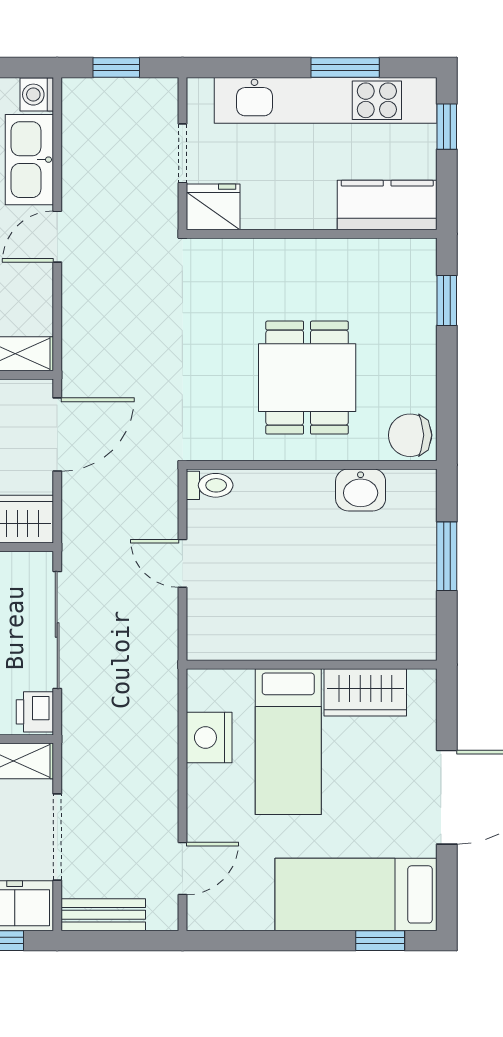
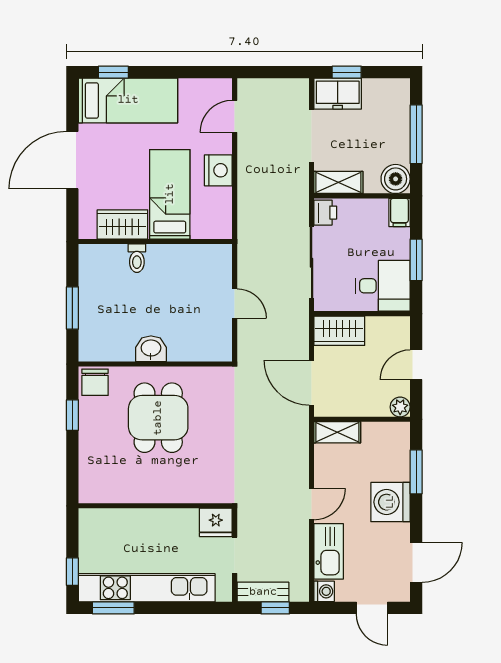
window: (345, 67) -> (113, 608), moved
kitchen counter: (387, 205) -> (109, 524), removed
window: (447, 301) -> (72, 415), moved
door: (57, 435) -> (312, 383), hinge flipped
chair: (410, 435) -> (95, 382), turned 90
toilet: (210, 485) -> (137, 258), moved, turned -90
washbasin: (361, 490) -> (151, 349), moved
nightstand: (209, 738) -> (218, 170), moved
bench: (103, 915) -> (263, 592), moved

